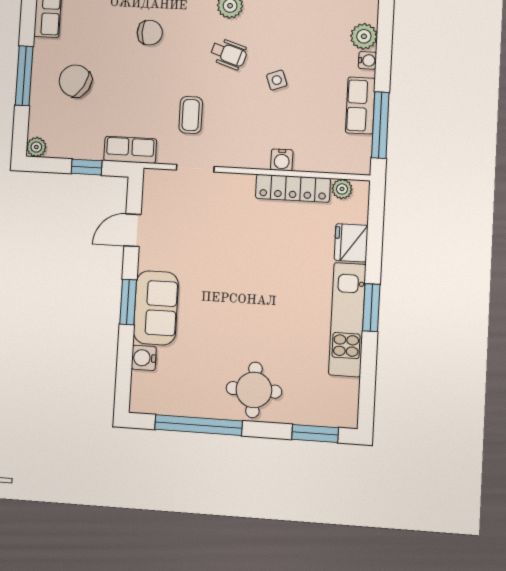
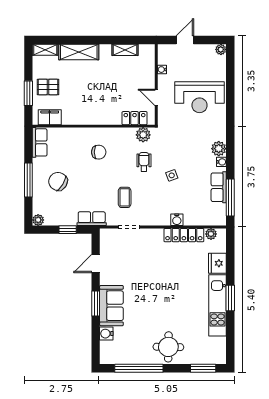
wheelchair: (229, 54) -> (144, 162), turned -108

